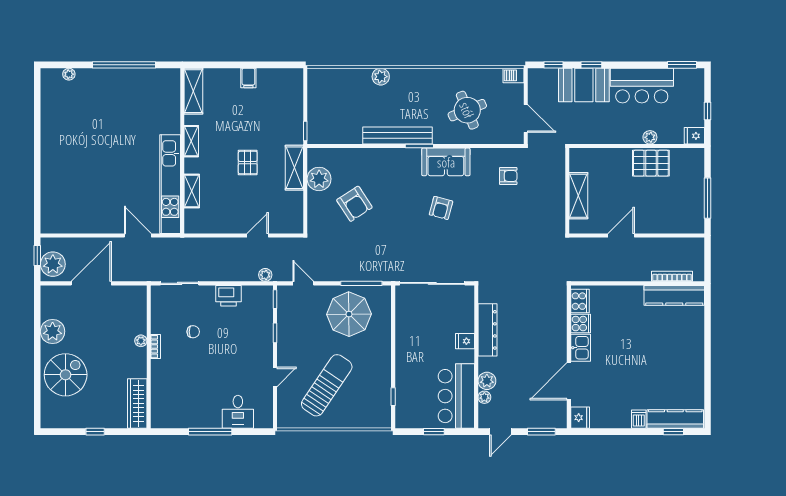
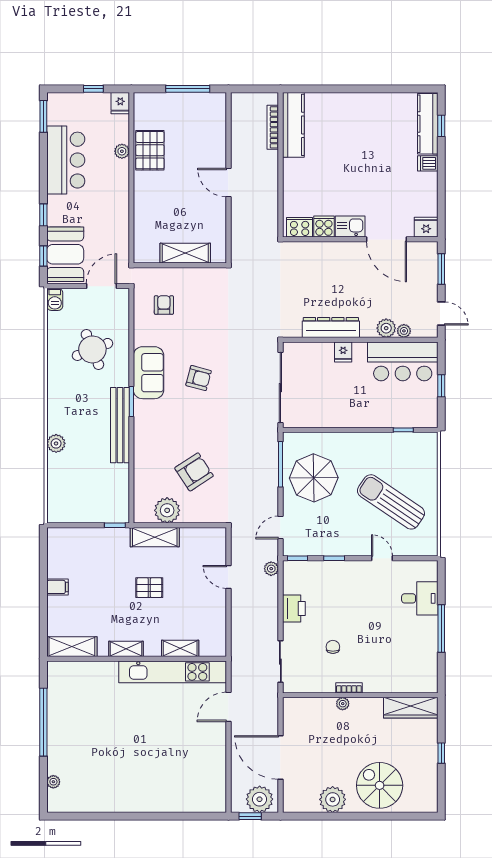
booth: (584, 85) -> (65, 254), moved
wall: (567, 191) -> (180, 265), moved
shelving: (578, 196) -> (185, 253), moved

